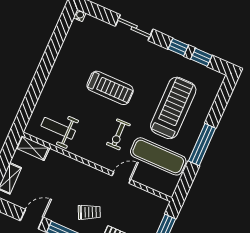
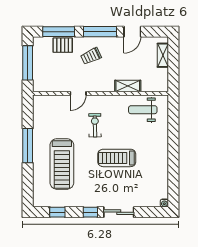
window: (178, 47) -> (90, 212), moved
weight bench: (58, 128) -> (143, 110), turned 180
shelving: (33, 148) -> (128, 86), moved
exercise mat: (158, 156) -> (57, 122), removed

